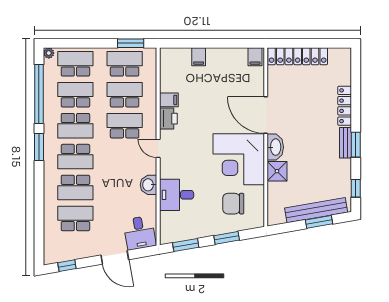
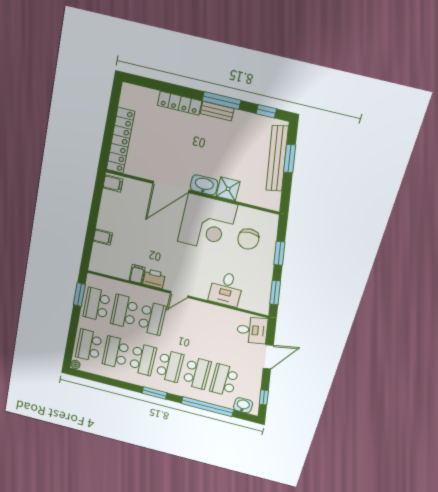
window: (39, 94) -> (207, 407), moved
school desk: (125, 126) -> (152, 318), turned 180
window: (356, 145) -> (222, 101), width x1.44
washbasin: (149, 185) -> (243, 405), moved, turned 180

